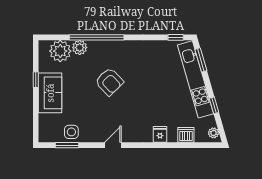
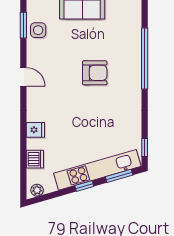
plant: (80, 48) -> (133, 39), removed
plant: (60, 51) -> (129, 18), removed
armchair: (109, 82) -> (95, 73), turned -136
window: (214, 105) -> (84, 186), moved

